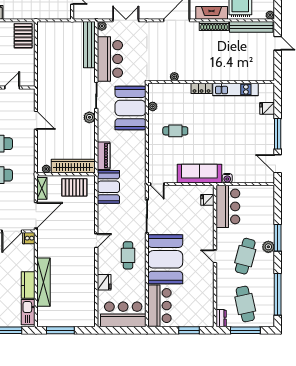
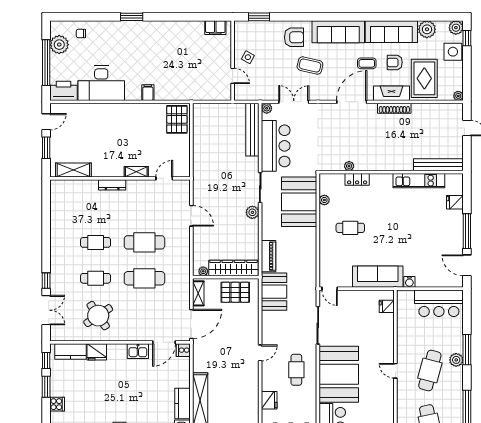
bench: (251, 27) -> (438, 165), moved
locker: (202, 88) -> (357, 179), moved
bar counter: (228, 206) -> (439, 303), moved, turned 90

